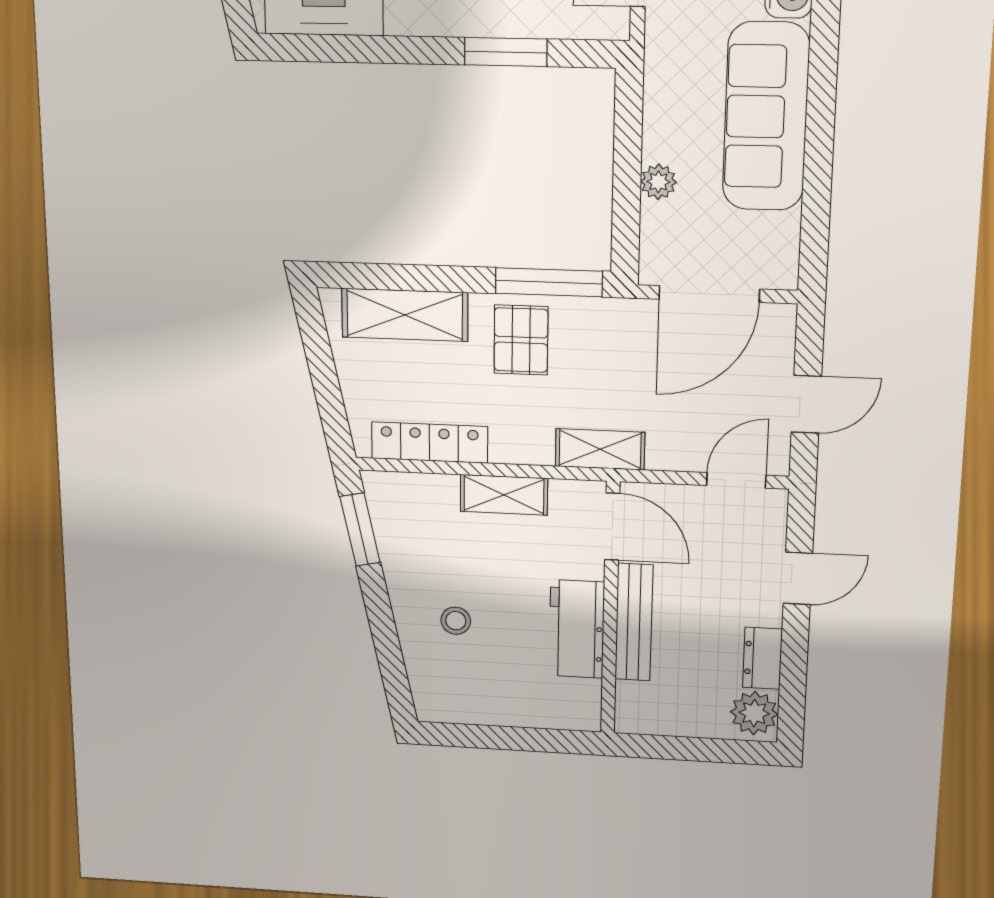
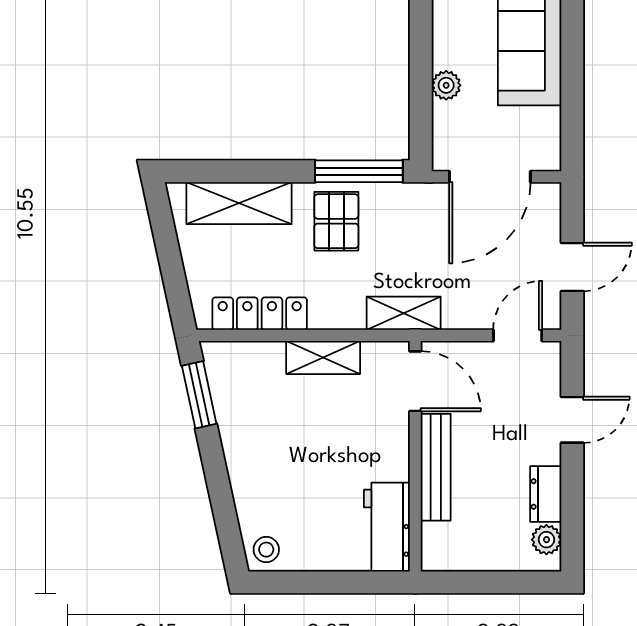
stool: (456, 621) -> (266, 550), moved
workbench: (577, 629) -> (387, 527), moved
plant: (754, 713) -> (546, 540), width x0.73, depth x0.73

